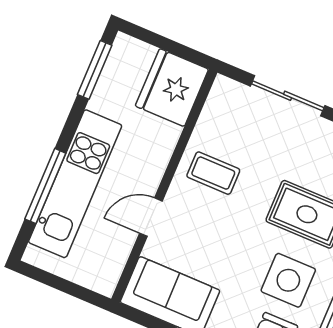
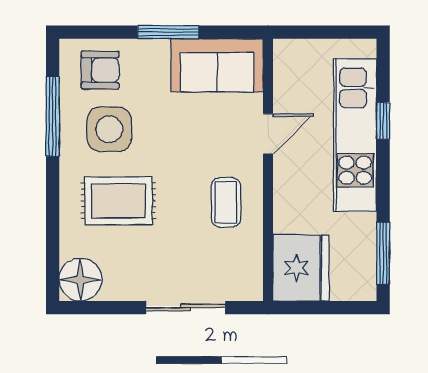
coffee table: (213, 173) -> (226, 202), turned 90
window: (45, 186) -> (383, 121), width x0.46

